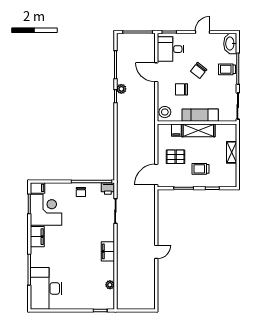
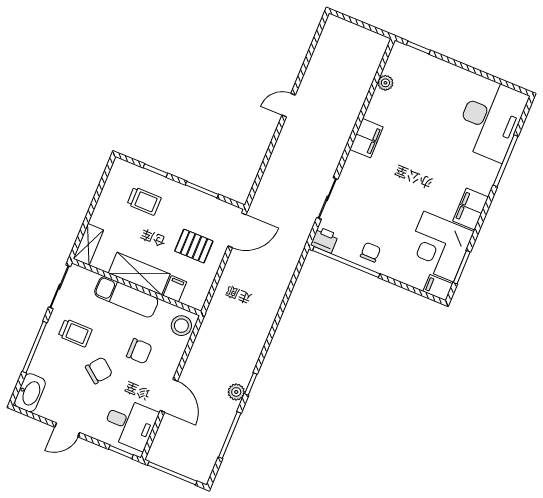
trolley: (227, 69) -> (75, 333), moved
shelving: (232, 152) -> (88, 244), moved
trolley: (200, 169) -> (144, 201), moved

